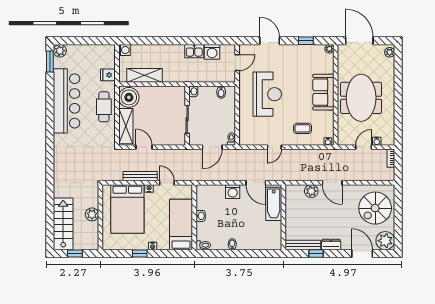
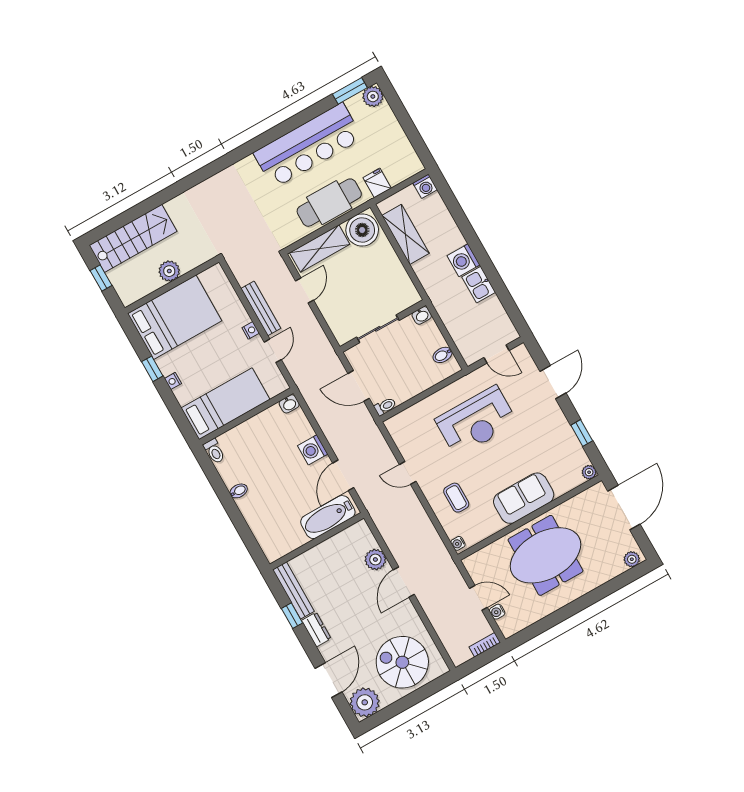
washing machine: (212, 52) -> (463, 260), moved
cafe table: (104, 107) -> (329, 203), width x1.37, depth x1.35
bed: (127, 209) -> (175, 317), moved, turned 180
washbasin: (201, 216) -> (289, 404), moved

